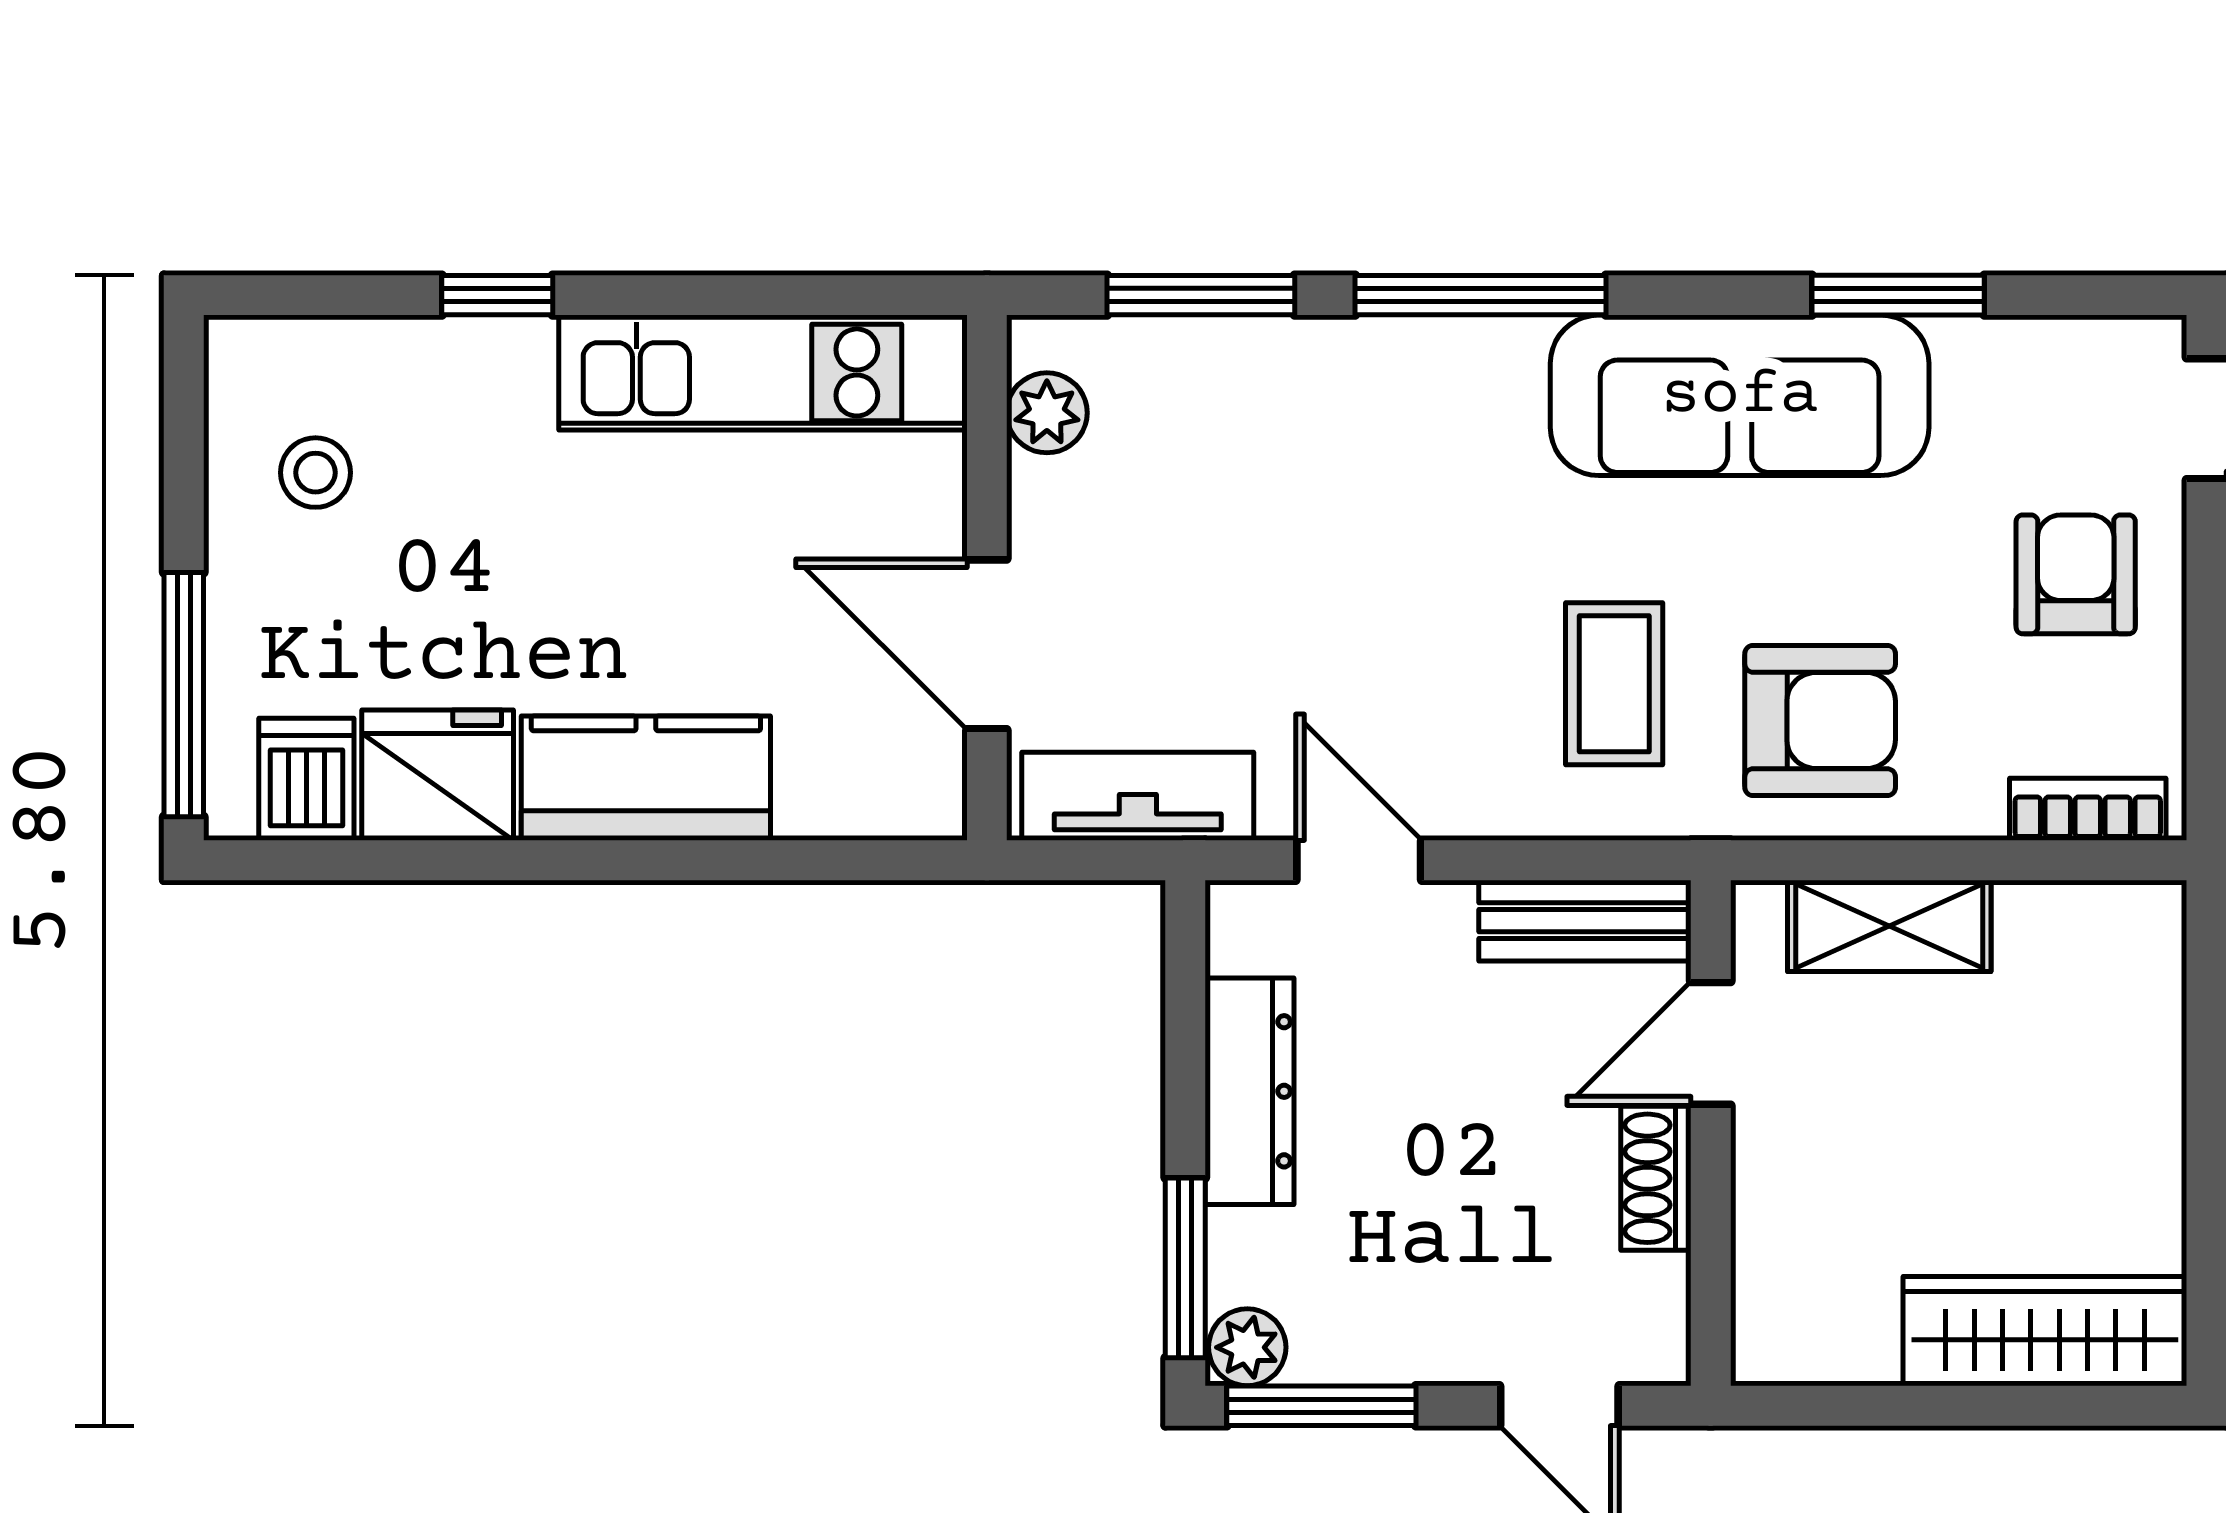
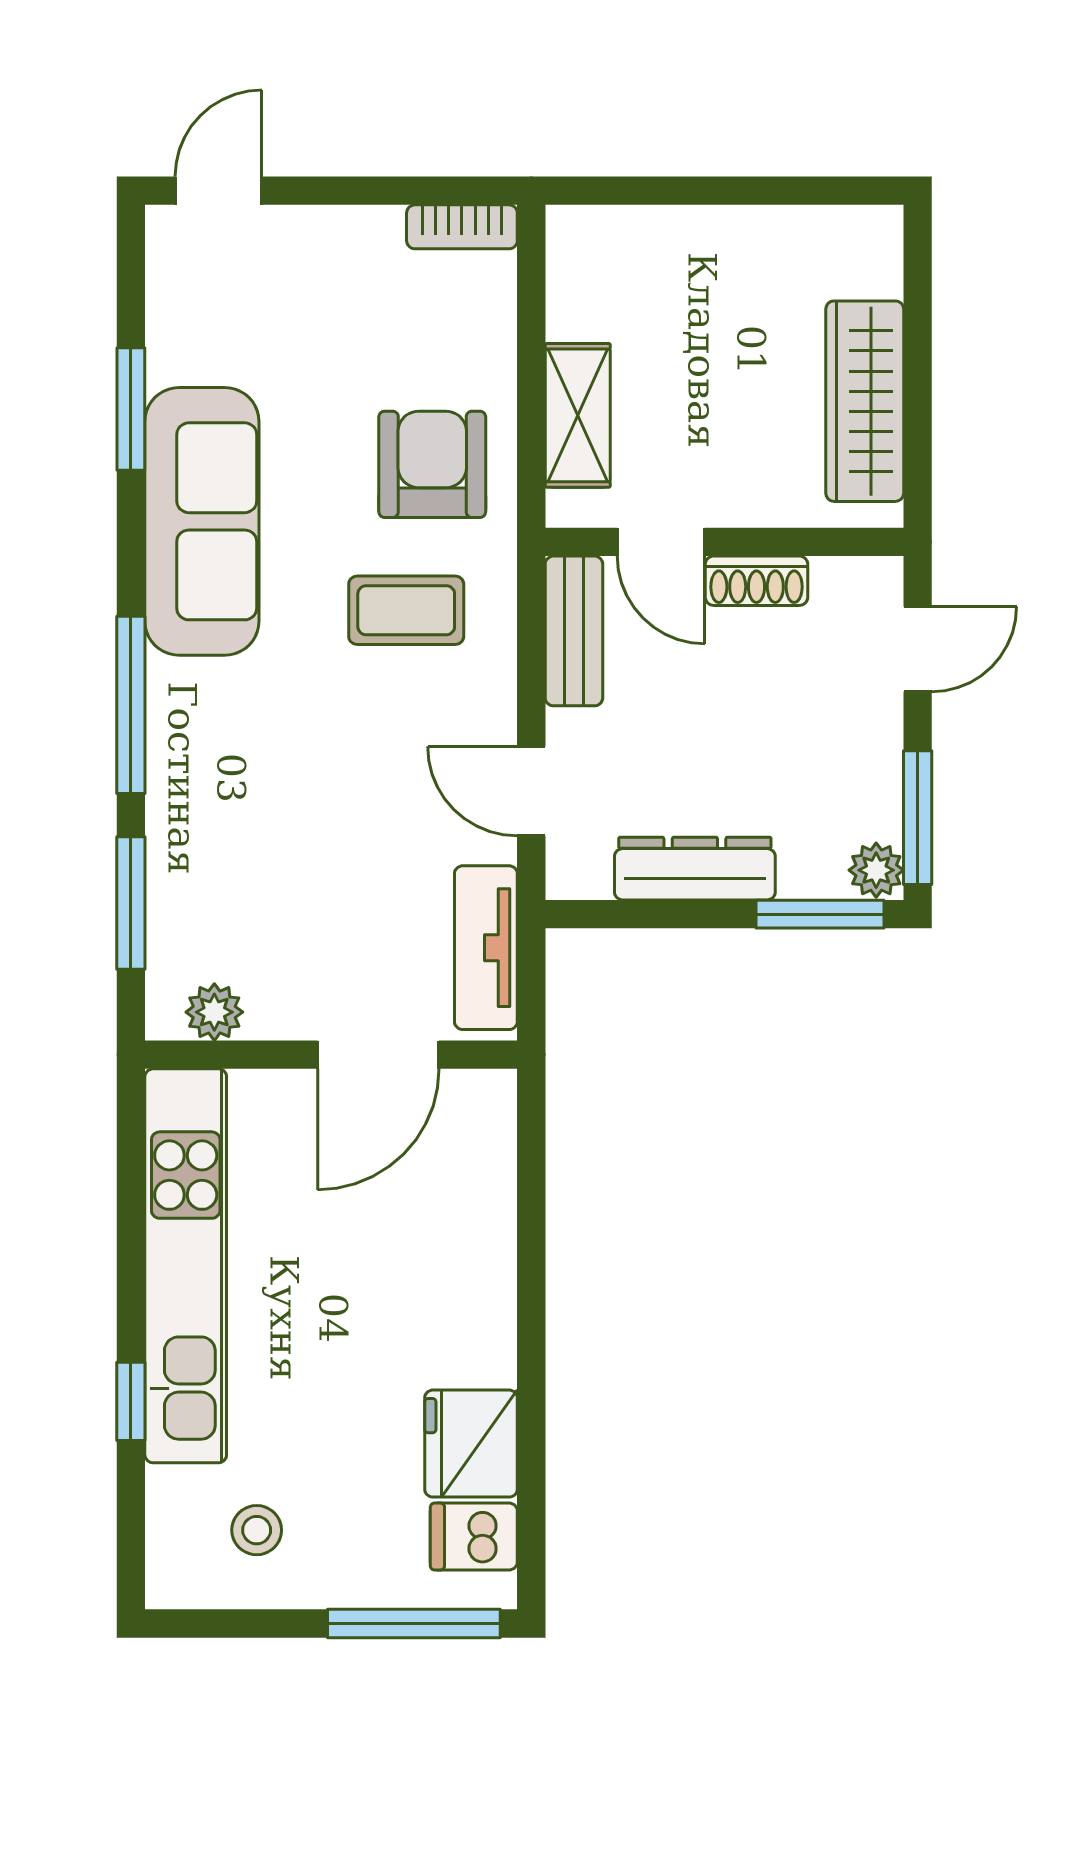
kitchen unit: (763, 372) -> (186, 1266), width x1.36
armchair: (2076, 574) -> (329, 283), removed
kitchen counter: (646, 778) -> (473, 1296), removed
bookcase: (2088, 809) -> (462, 227), moved, turned -90
door: (1359, 860) -> (531, 791), hinge flipped
wardrobe: (2045, 1331) -> (865, 401), moved

